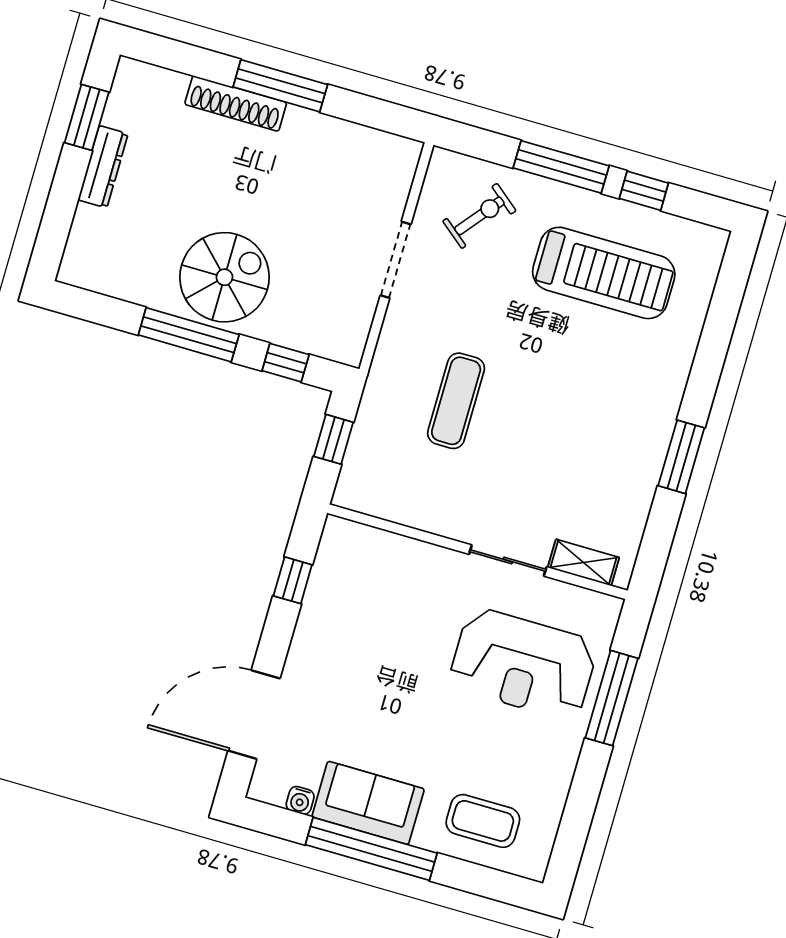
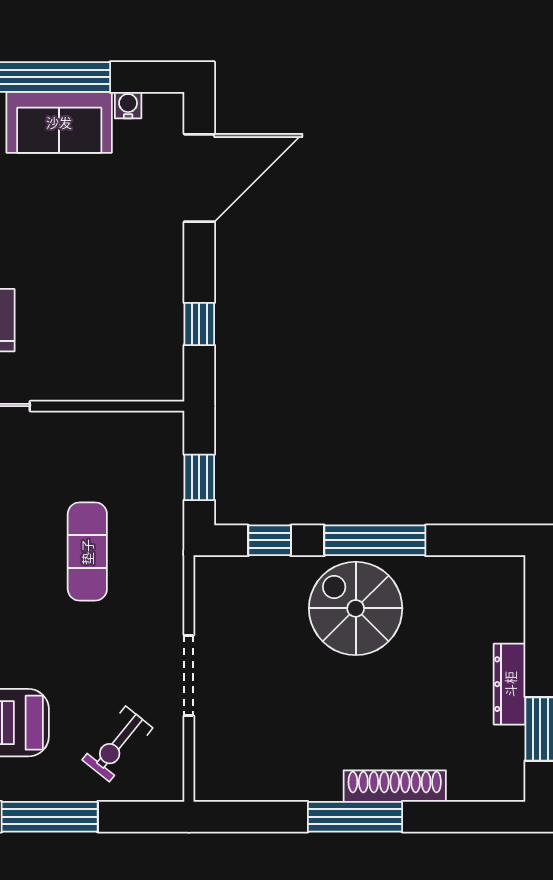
spiral stairs: (224, 277) -> (356, 608), turned 90

